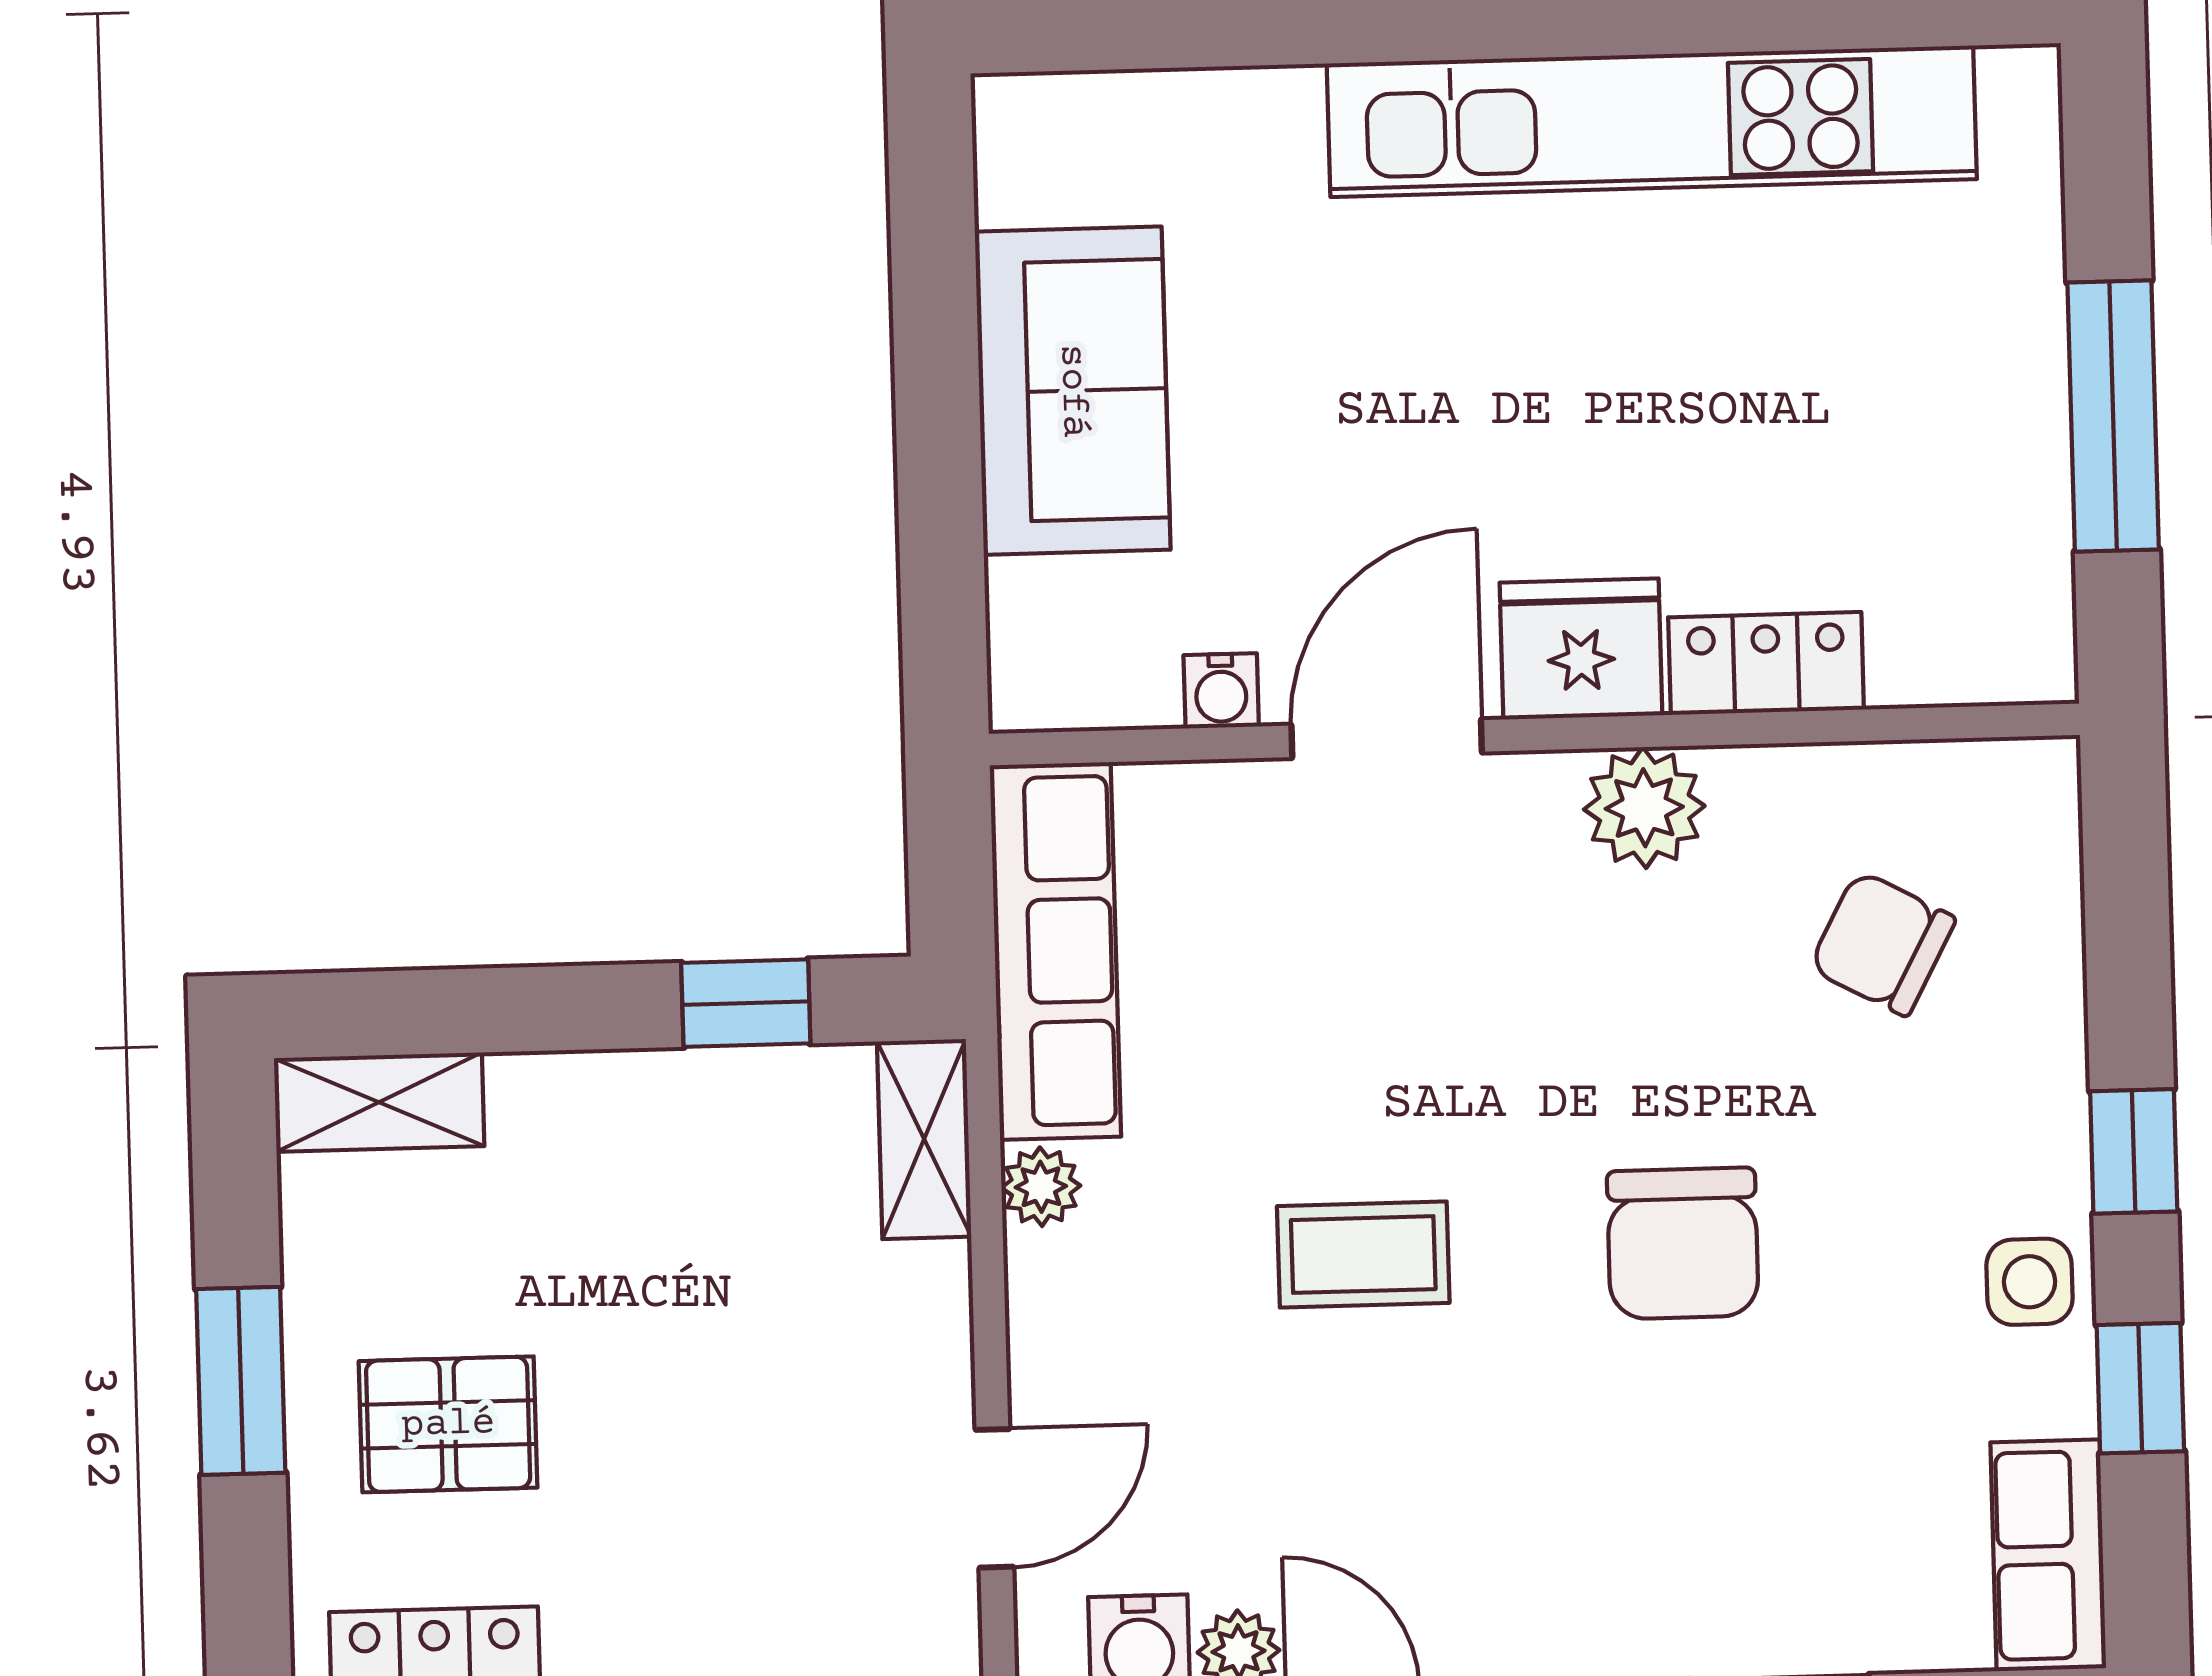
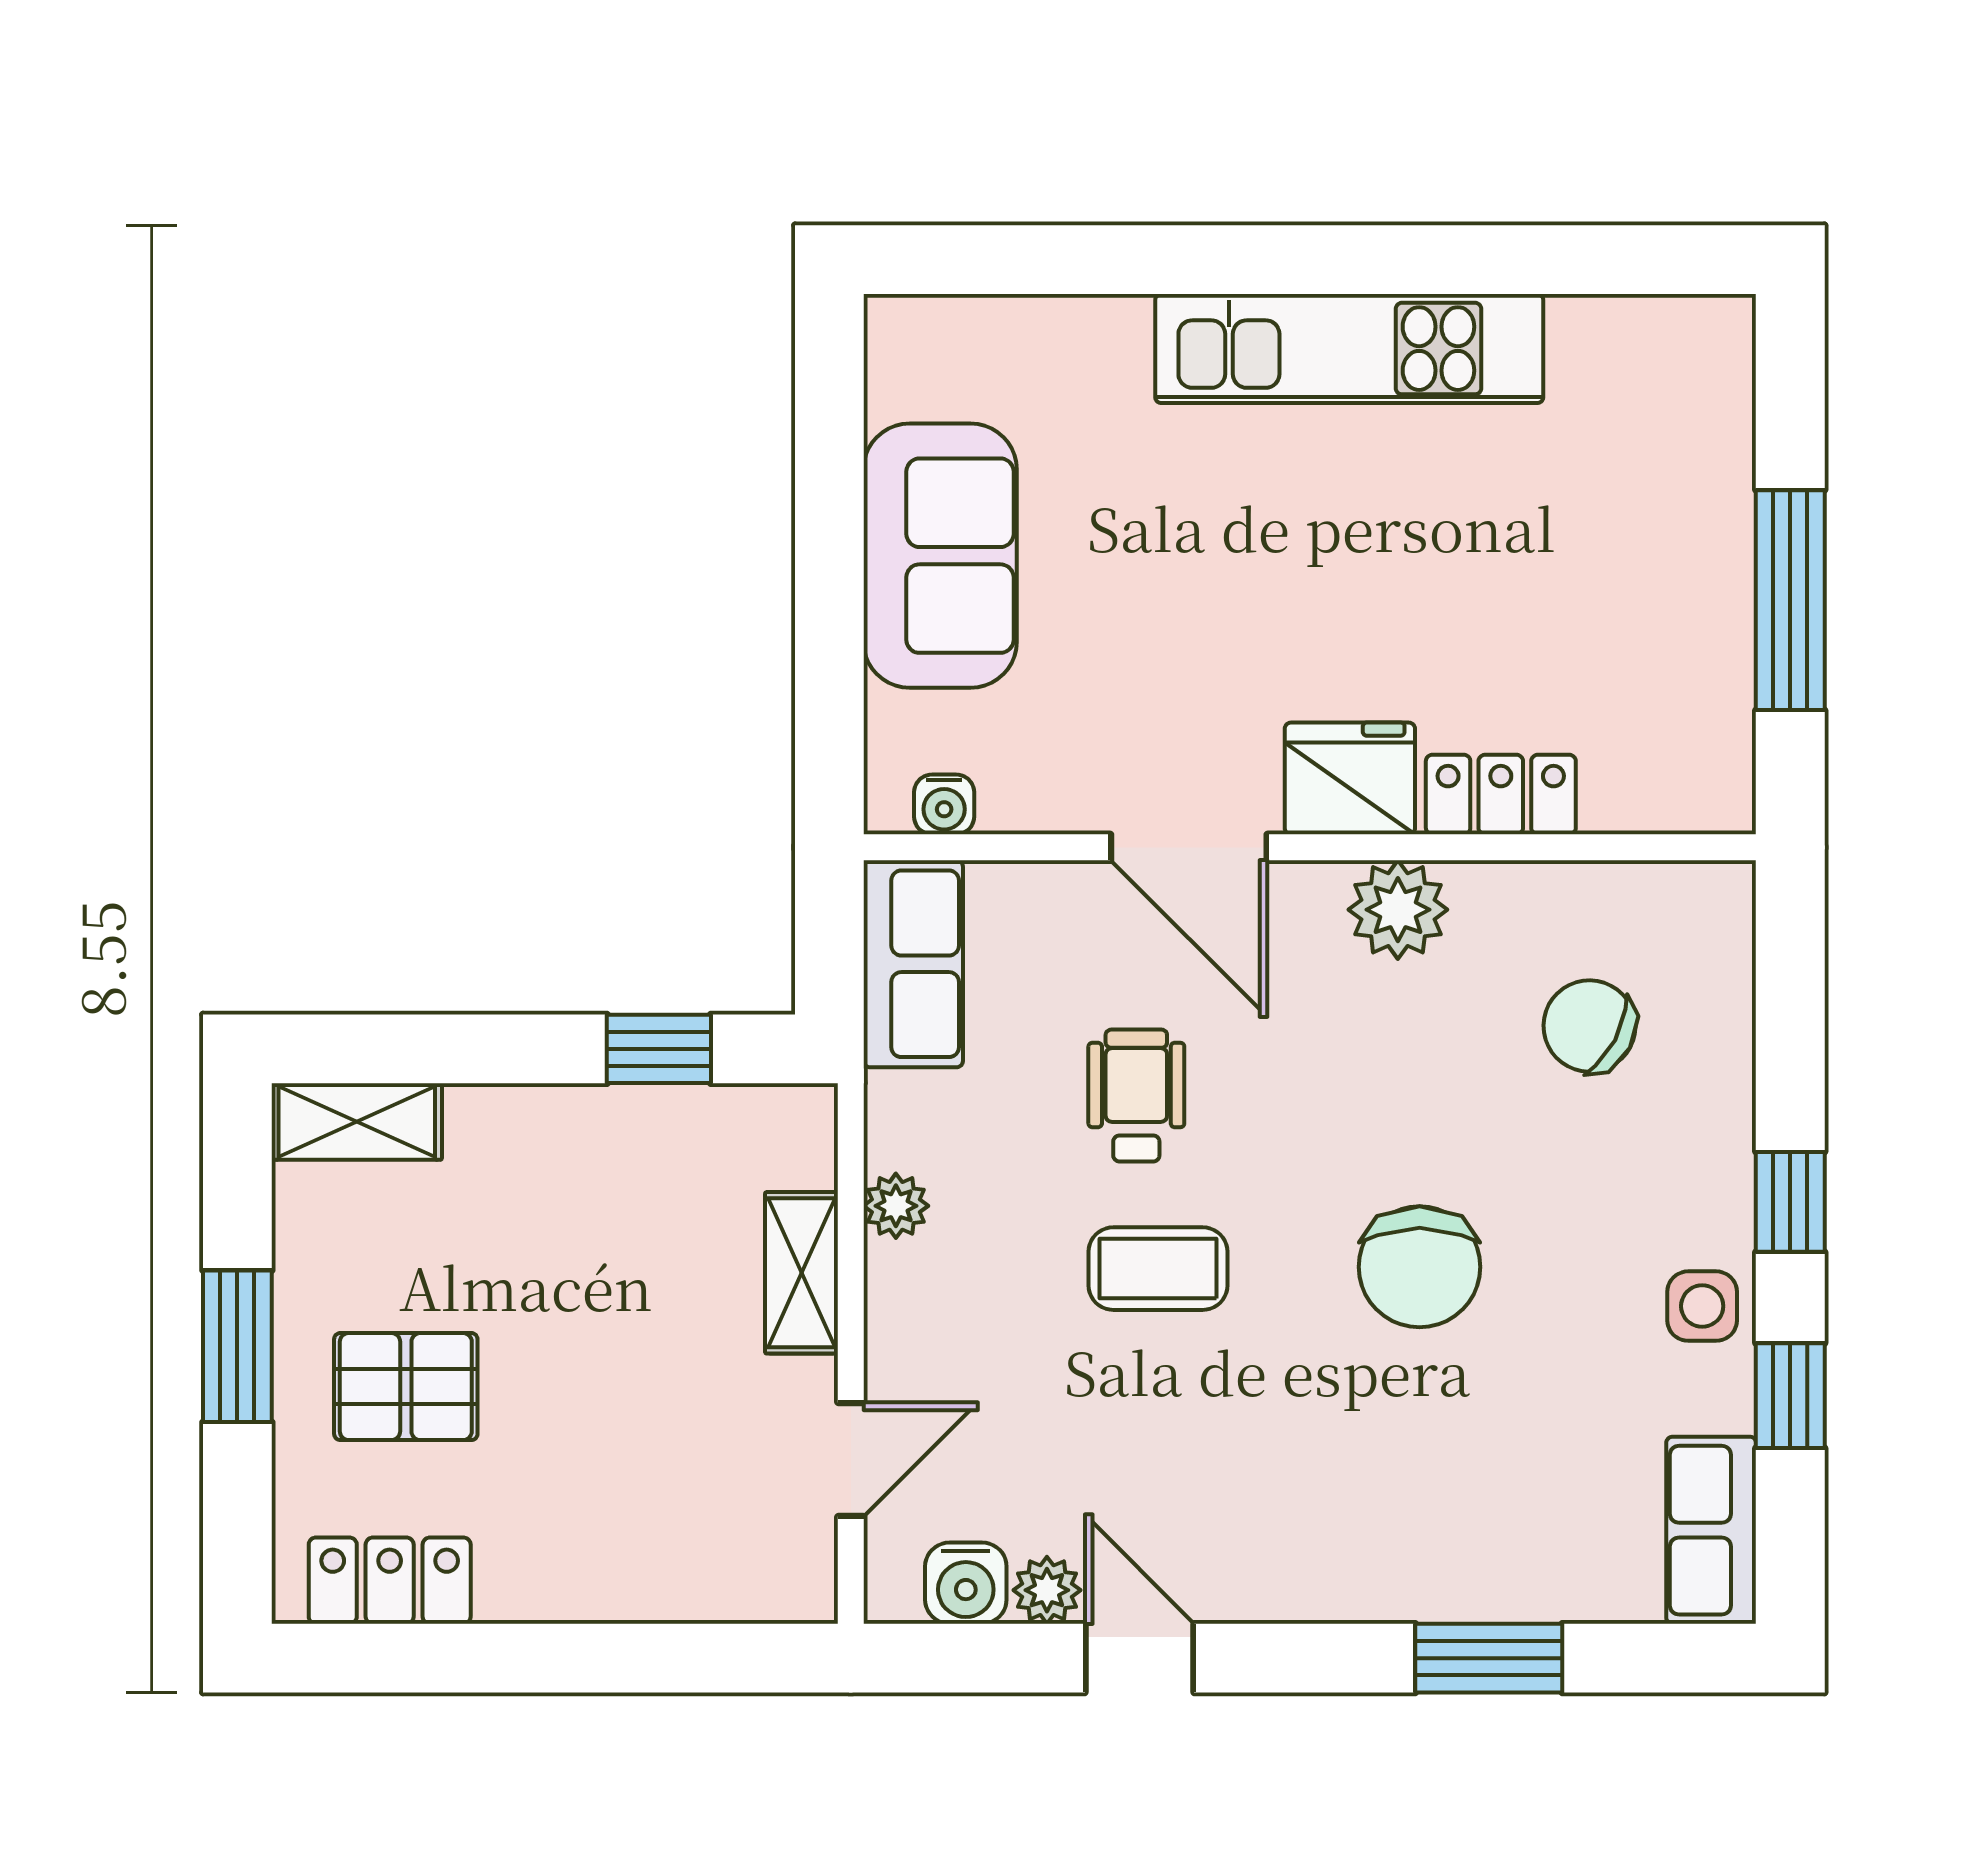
kitchen unit: (1652, 121) -> (1349, 349), width x0.73
water cooler: (1221, 691) -> (944, 804), moved
door: (1387, 739) -> (1189, 847), swing flipped
row of seats: (1055, 951) -> (913, 964), width x0.68
wheelchair: (1331, 1044) -> (1136, 1096), added
shelving: (924, 1139) -> (802, 1273), moved

